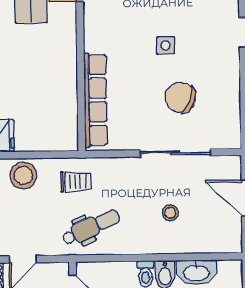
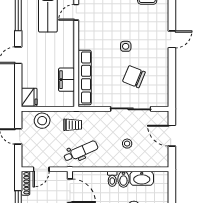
filing cabinet: (64, 104) -> (66, 80), added

